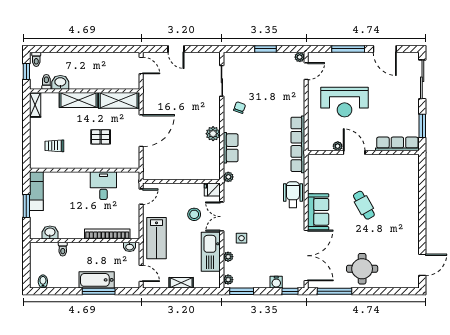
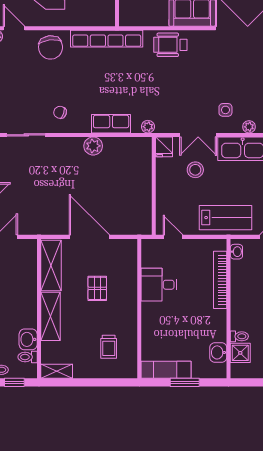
chair: (291, 100) -> (51, 47), added
shower: (50, 250) -> (240, 353), added

